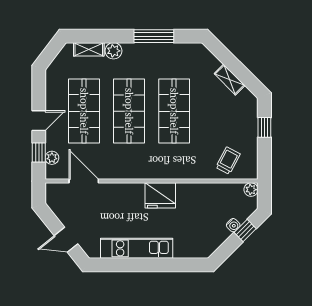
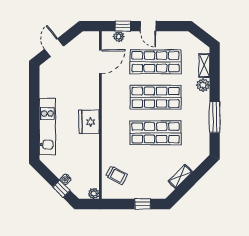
kitchen unit: (137, 248) -> (47, 127), moved

